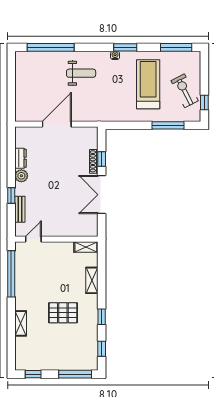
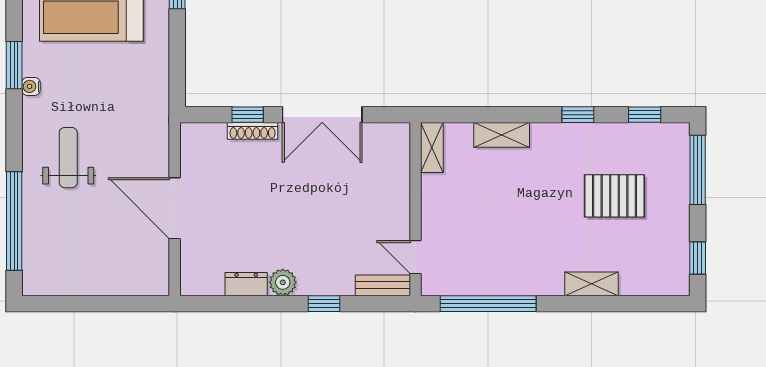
bench: (20, 209) -> (383, 285), moved
pallet: (63, 313) -> (614, 196), moved, turned 90

